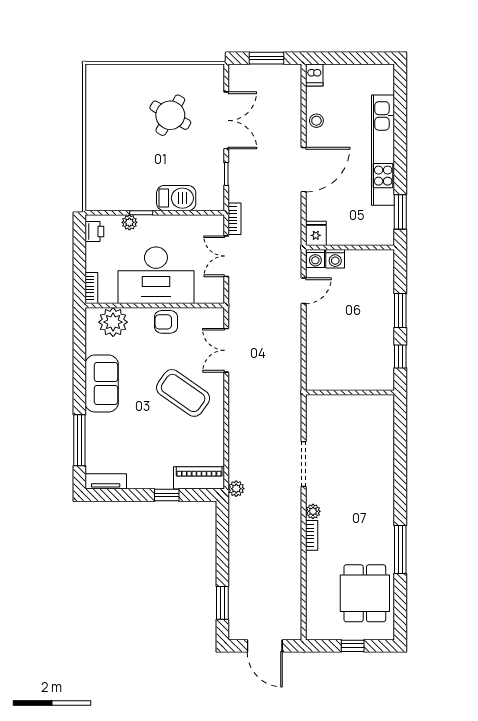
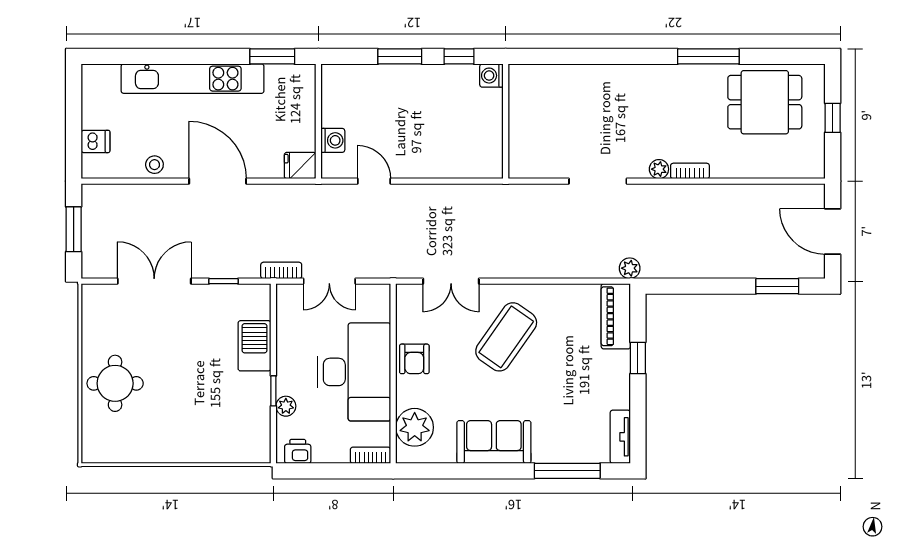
dishwasher: (314, 75) -> (95, 141), moved
round table: (170, 115) -> (115, 383), moved, turned -30
washing machine: (315, 259) -> (491, 76), moved, turned 180
door: (265, 646) -> (833, 232), swing flipped

